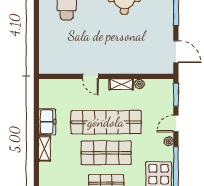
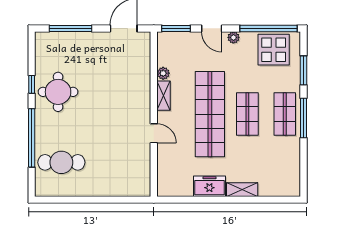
door: (90, 76) -> (154, 133), hinge flipped
shop shelf: (106, 153) -> (247, 114), width x0.70, depth x0.74

